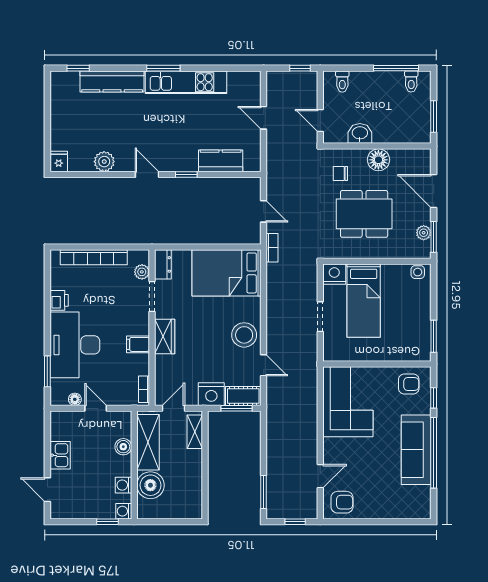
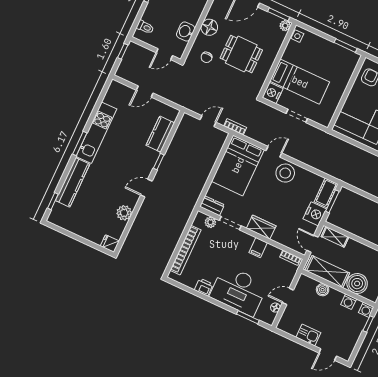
dining table: (364, 214) -> (241, 54), width x0.73
plant: (424, 233) -> (285, 26), moved
door: (264, 365) -> (274, 152), moved

